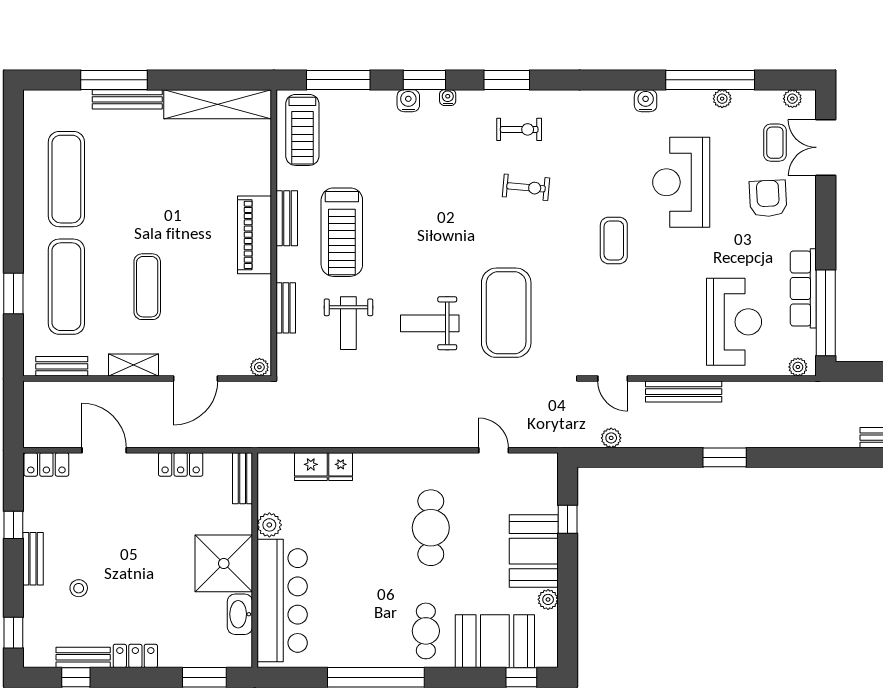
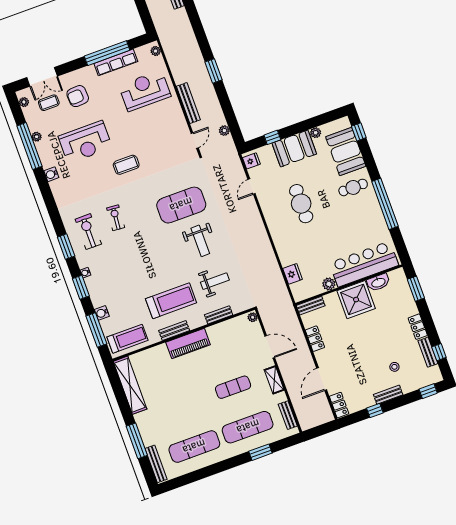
bench: (127, 99) -> (156, 464), moved
water cooler: (408, 101) -> (102, 313), moved
exercise bike: (519, 129) -> (88, 232), width x1.38, depth x1.39
window: (826, 313) -> (107, 53), moved
fridge: (341, 467) -> (251, 161), moved
cafe table: (431, 528) -> (301, 204), turned 90

